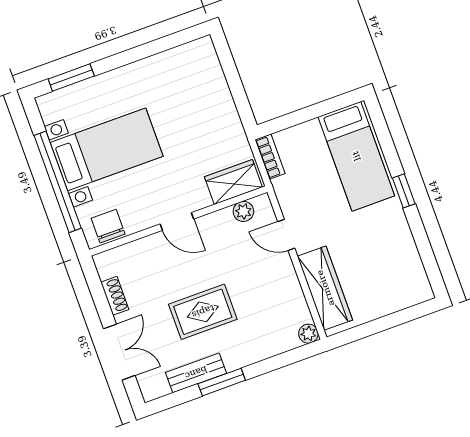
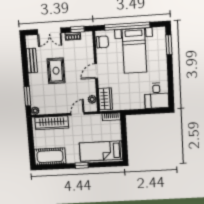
desk: (192, 70) -> (157, 96), added
cot: (405, 270) -> (50, 156), added
window: (97, 290) -> (77, 29), added
window: (222, 382) -> (27, 96), moved

